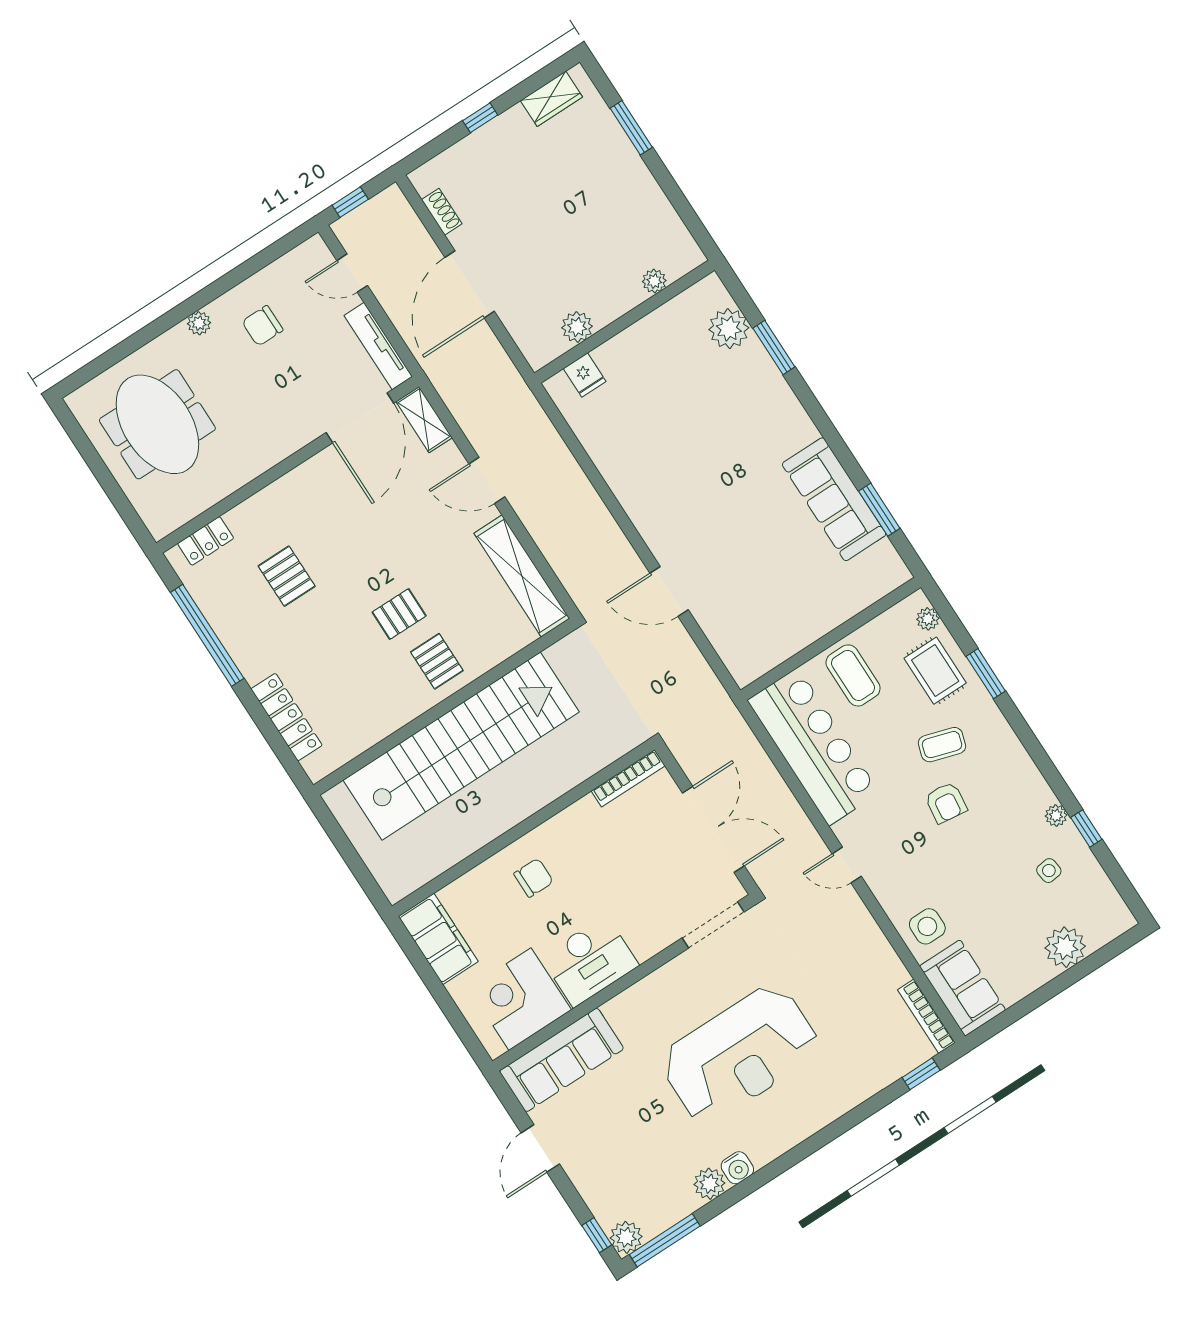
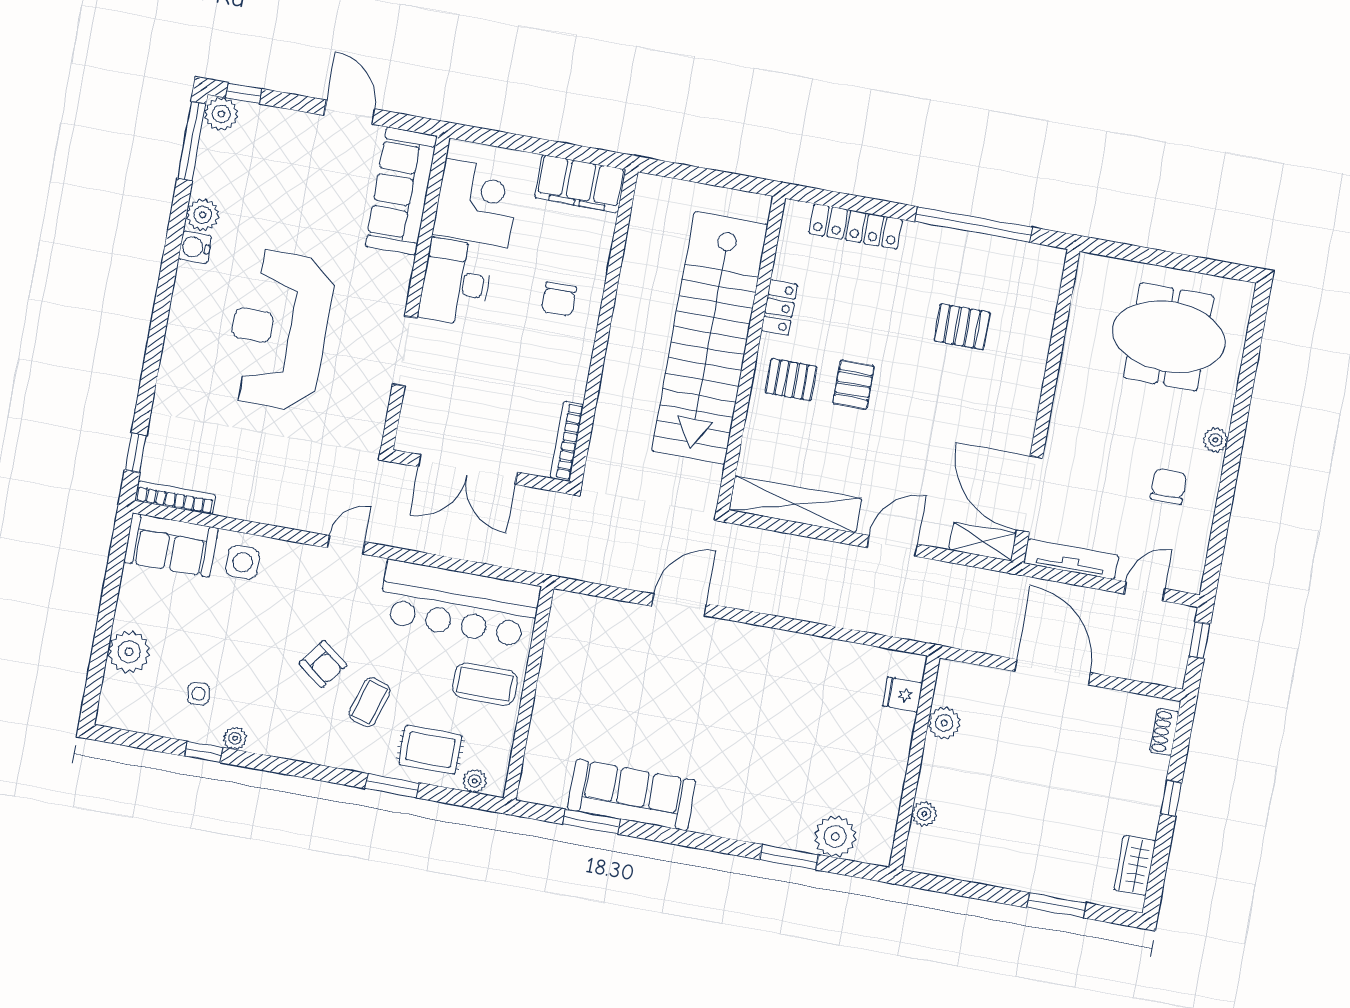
shoe rack: (442, 212) -> (1164, 732), moved, turned 90
locker: (206, 541) -> (779, 308), moved, turned 180
armchair: (946, 803) -> (323, 664), turned -150
doorway: (713, 925) -> (405, 351), moved

